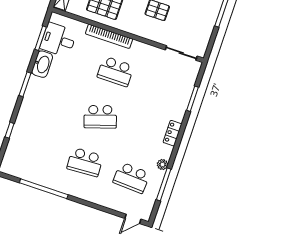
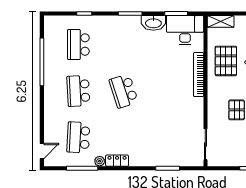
desk: (58, 40) -> (185, 30), width x1.37
school desk: (116, 71) -> (78, 45), moved
locker: (172, 133) -> (117, 161), moved
door: (133, 219) -> (42, 151), swing flipped

